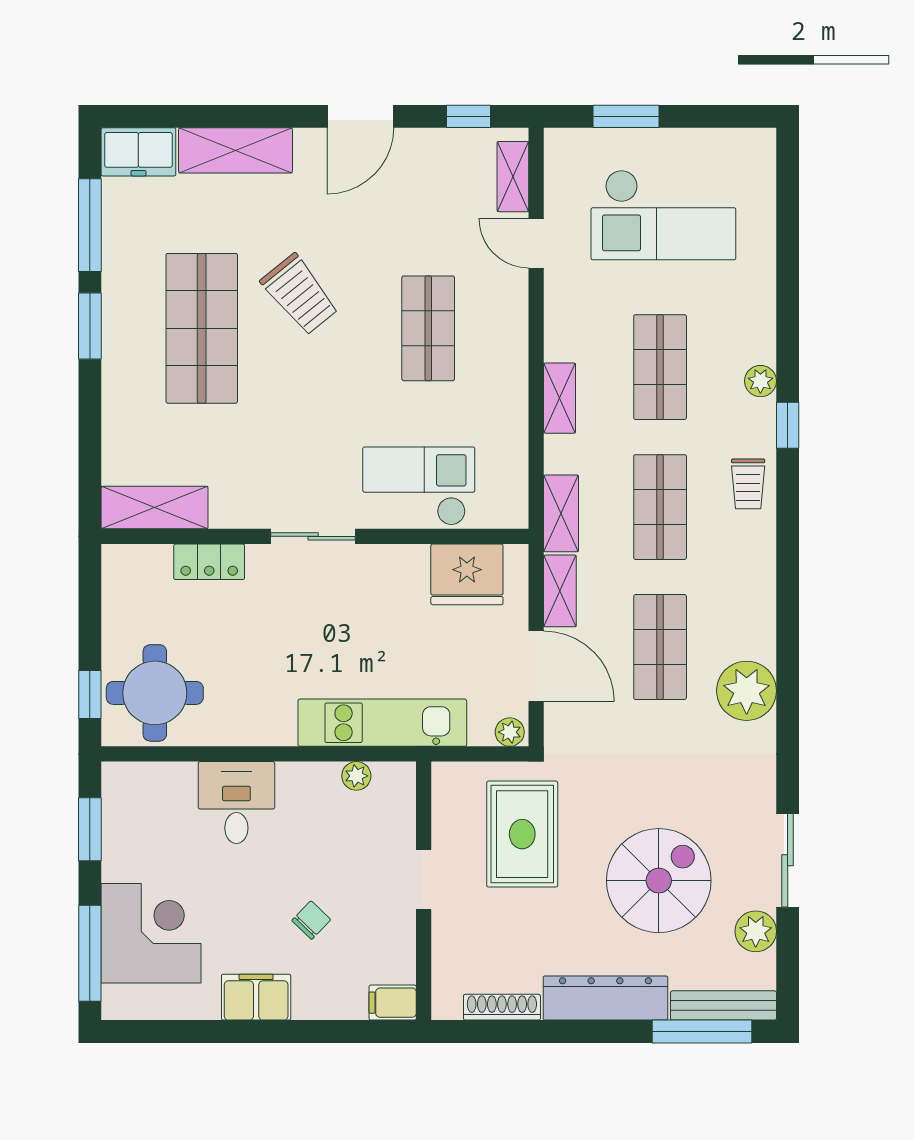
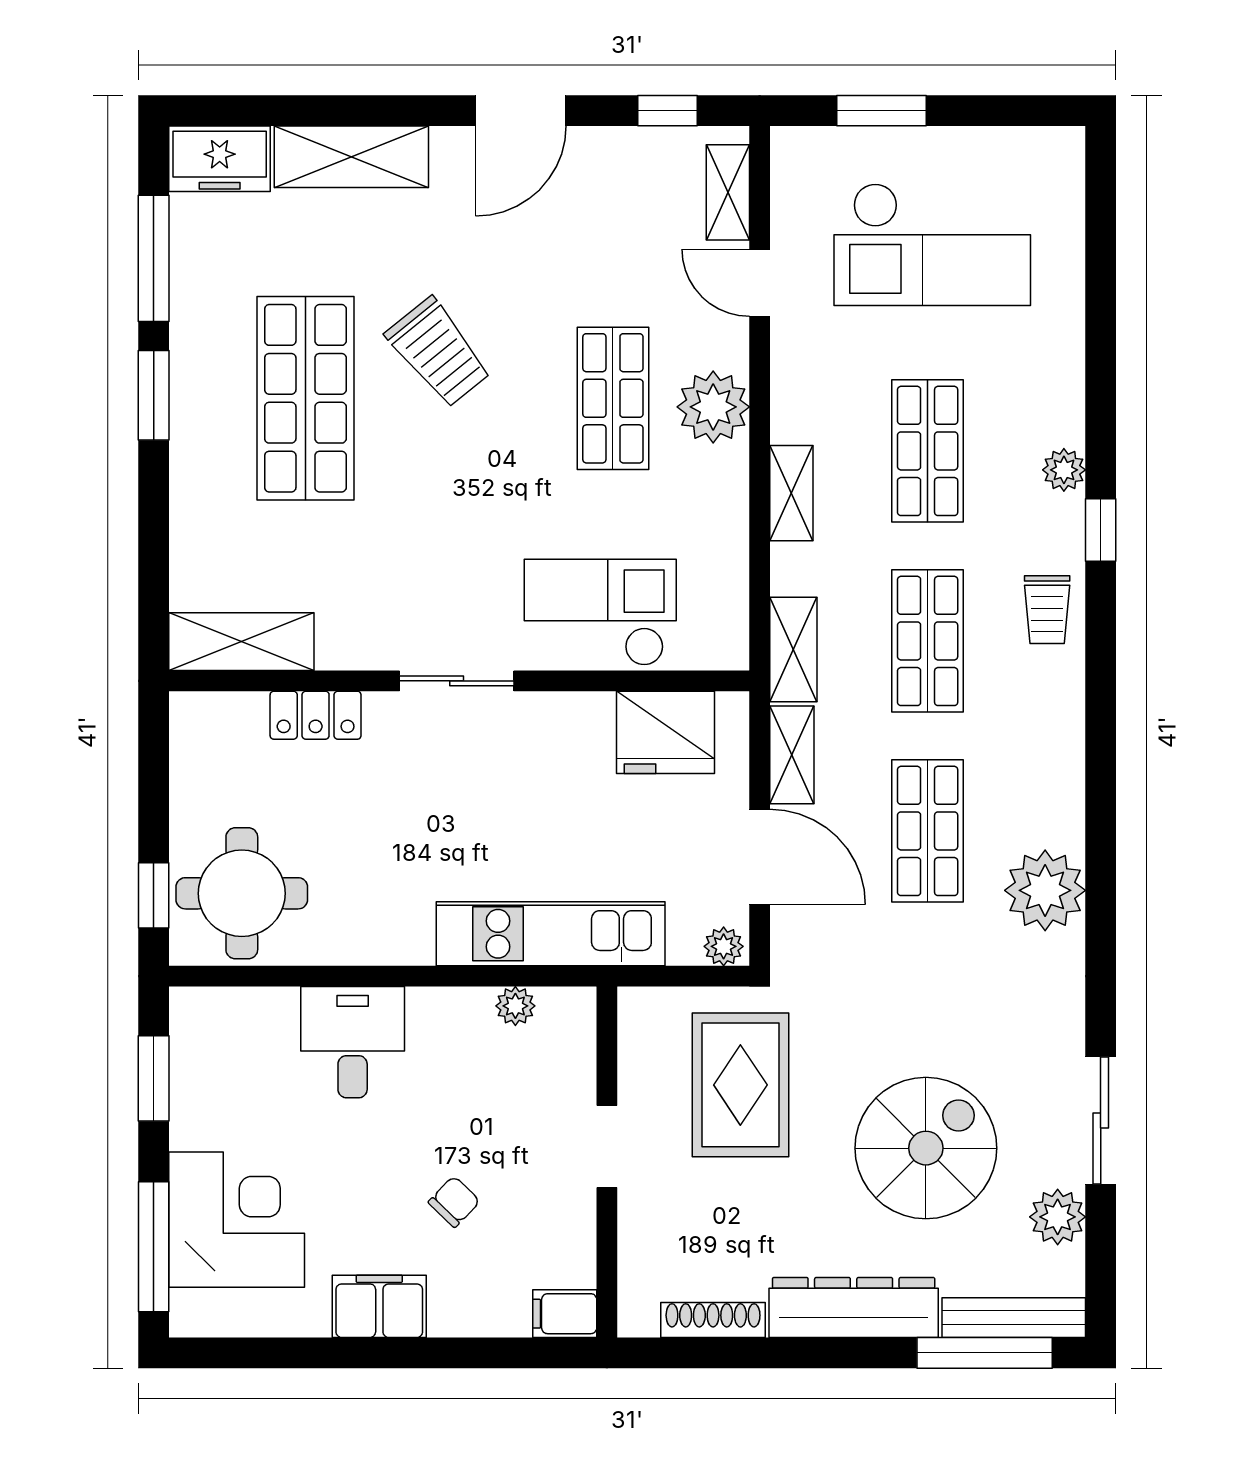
plant: (502, 335) -> (713, 407), added

